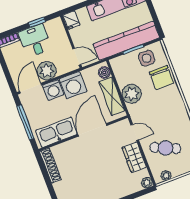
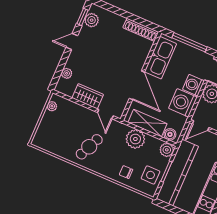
plant: (118, 64) -> (167, 150), added
chair: (162, 78) -> (126, 172), width x0.54, depth x0.54
door: (135, 132) -> (105, 114), hinge flipped
cafe table: (165, 148) -> (89, 147), moved
plant: (147, 183) -> (67, 73), moved

